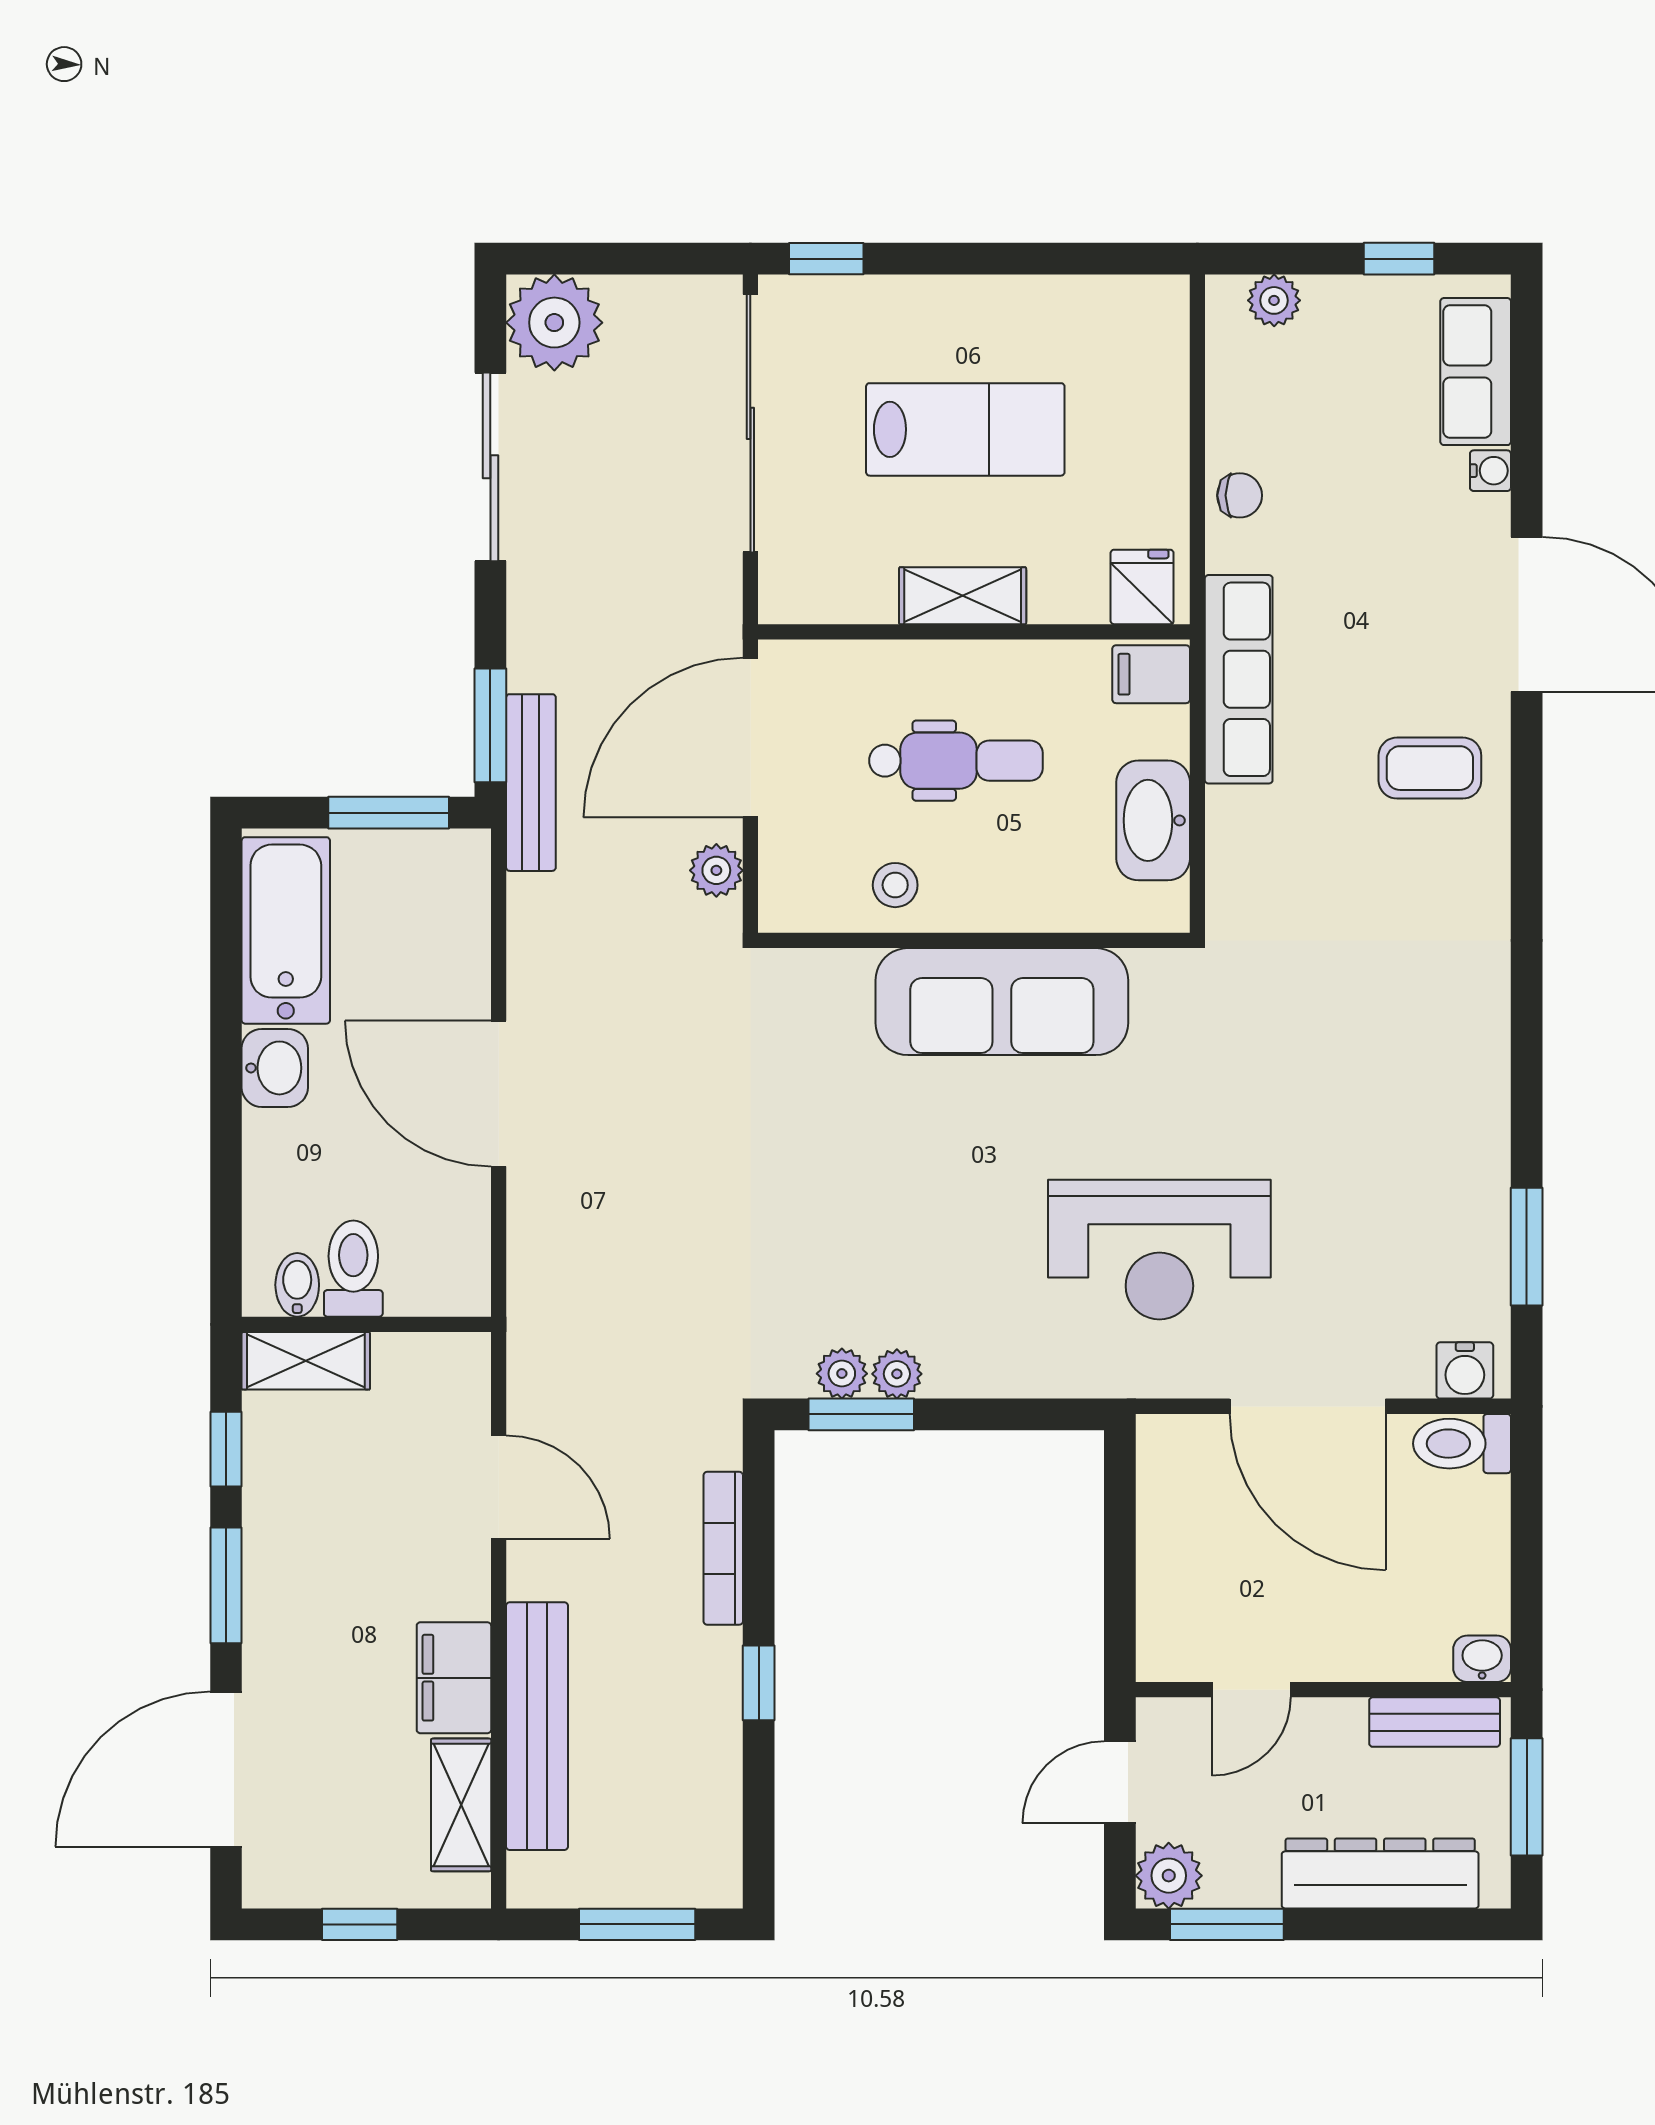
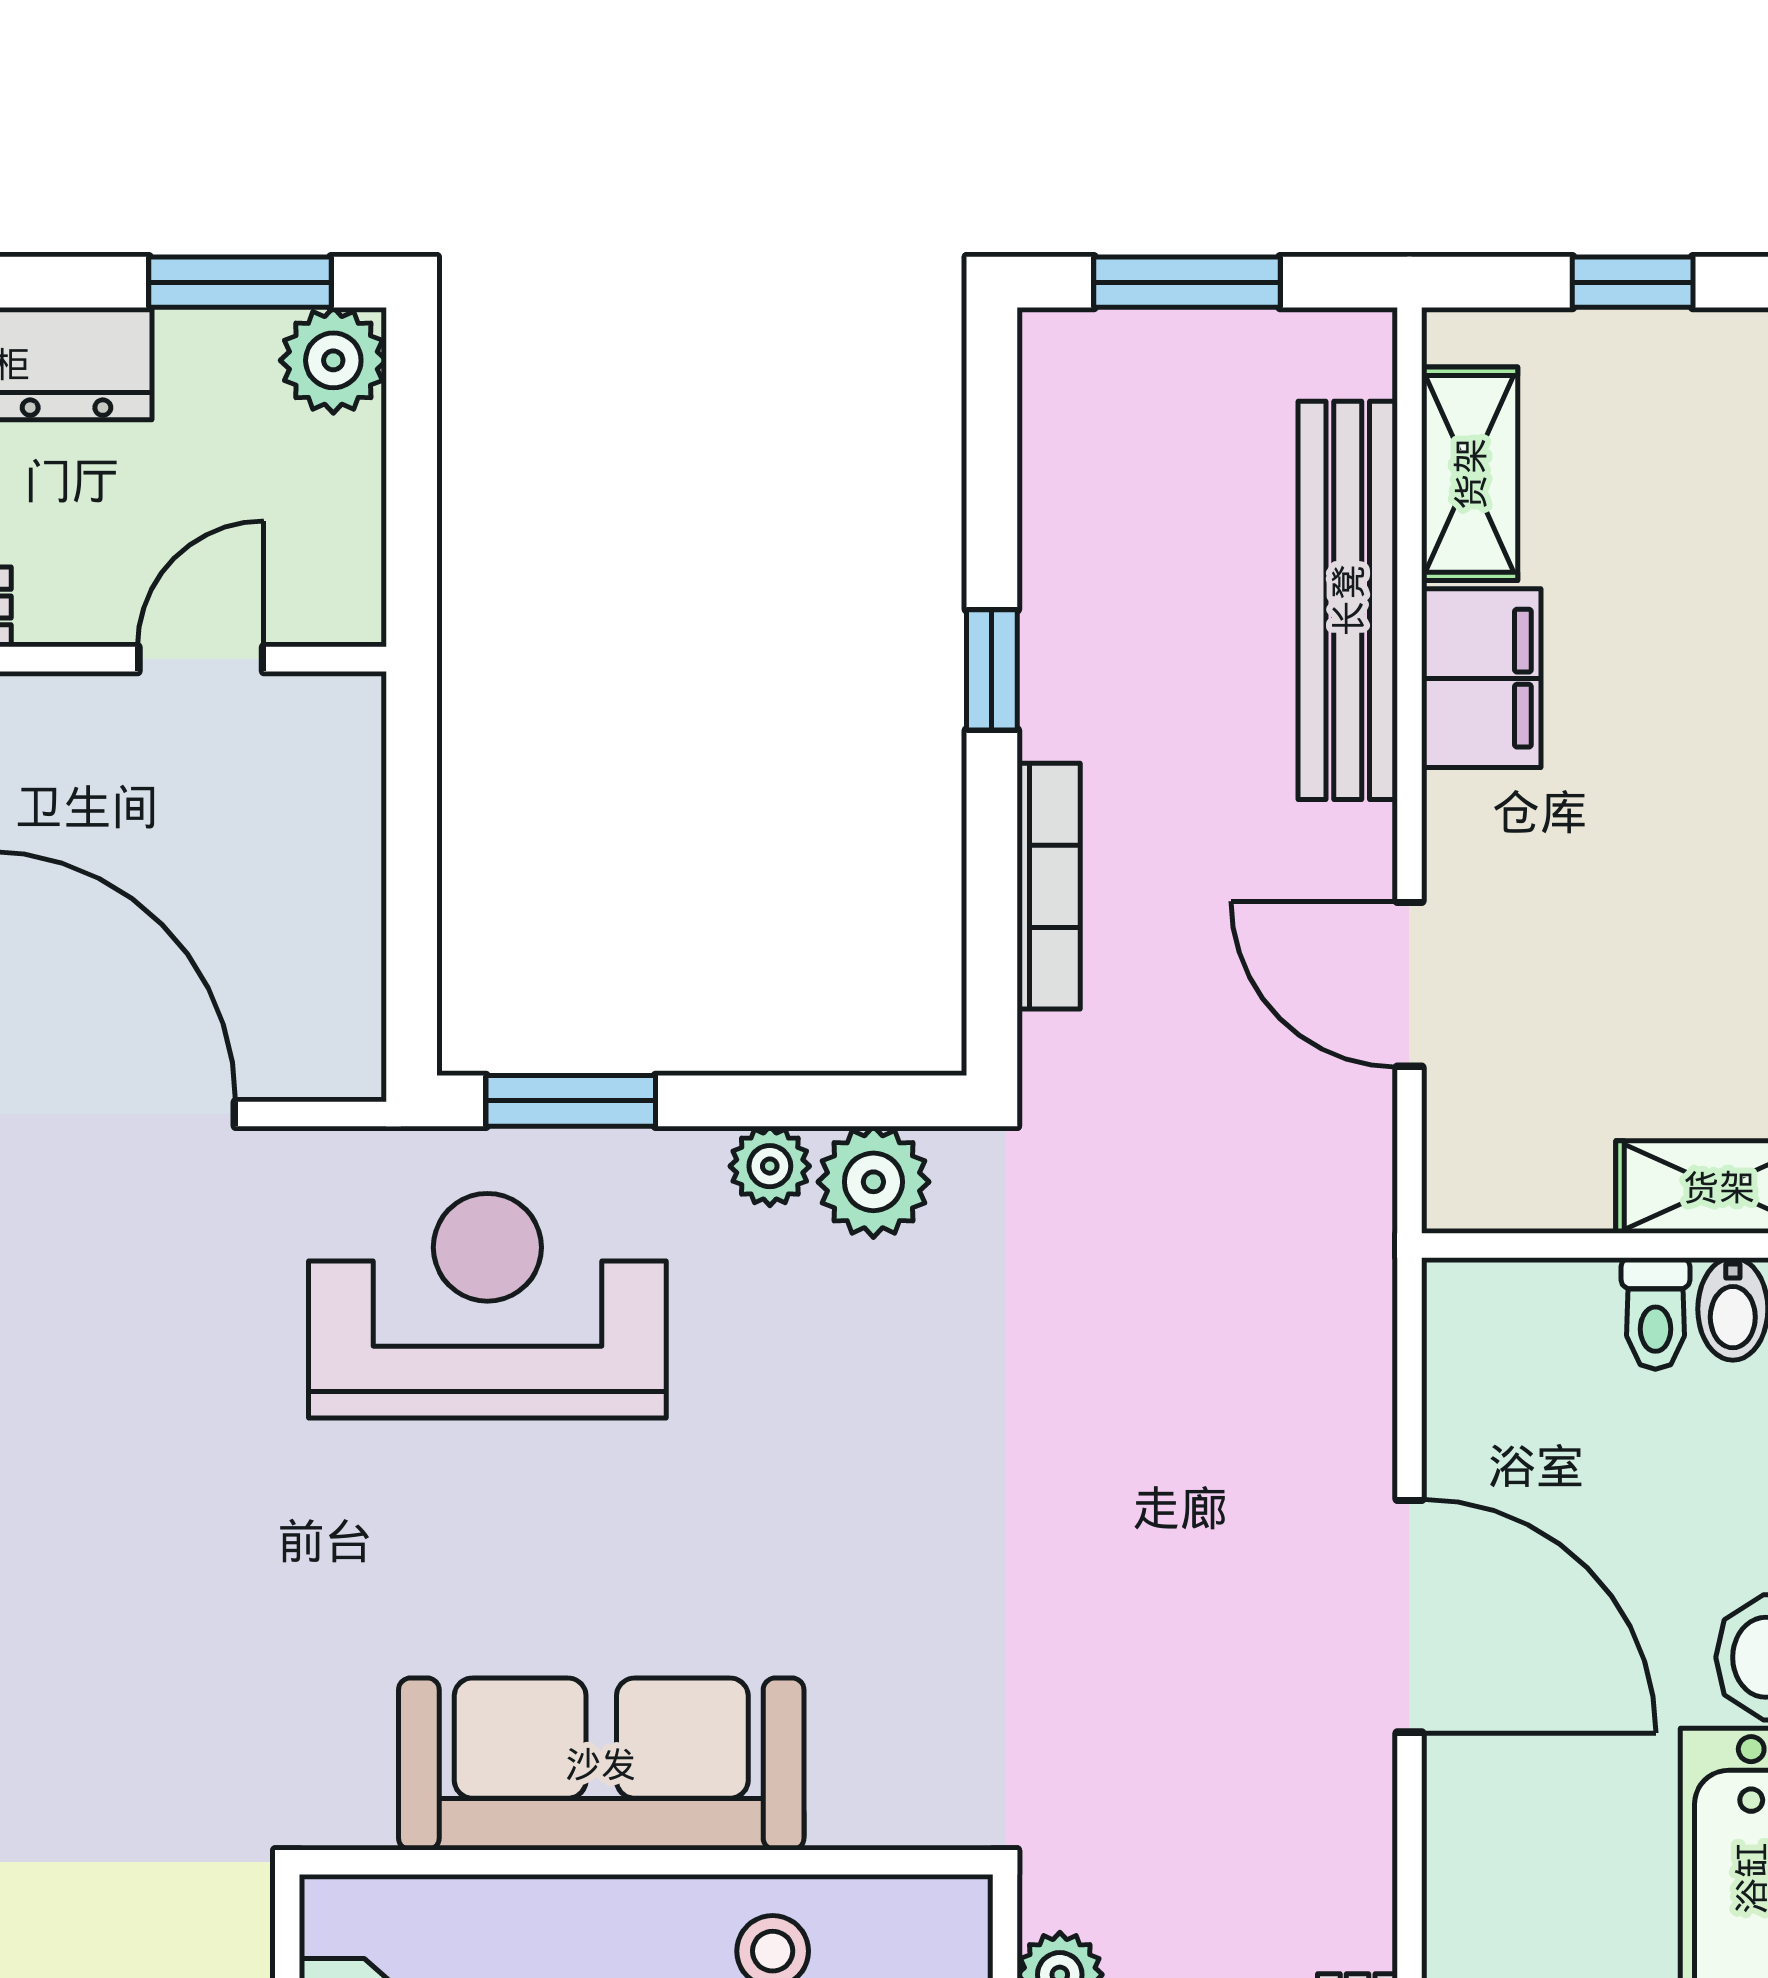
reception desk: (1159, 1250) -> (487, 1306), moved
toilet: (353, 1269) -> (1655, 1313), width x0.73, depth x0.72
plant: (842, 1374) -> (873, 1182), width x1.38, depth x1.38
window: (861, 1414) -> (571, 1101), moved
door: (1120, 1782) -> (412, 510), removed

